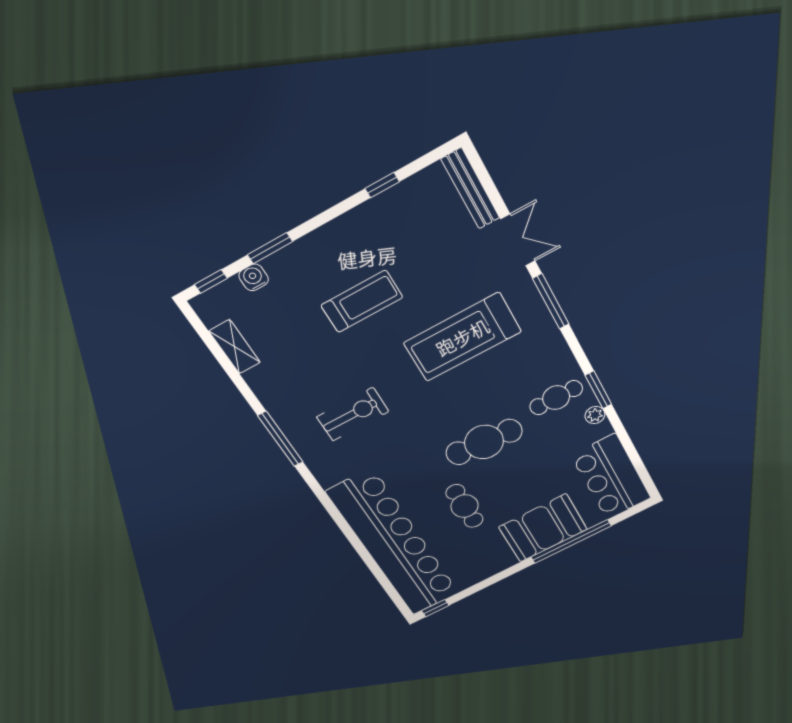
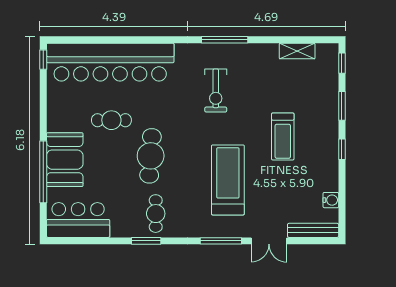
window: (382, 185) -> (342, 149), moved
water cooler: (254, 277) -> (331, 200), moved
plant: (595, 415) -> (130, 231), removed

